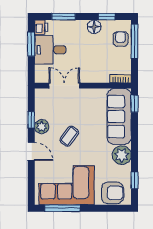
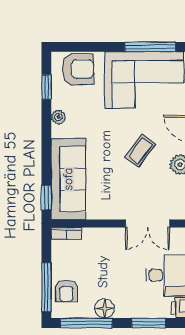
window: (107, 17) -> (86, 323), width x2.17
plant: (122, 155) -> (58, 117), width x0.53, depth x0.53
armchair: (112, 193) -> (78, 69), turned 180

